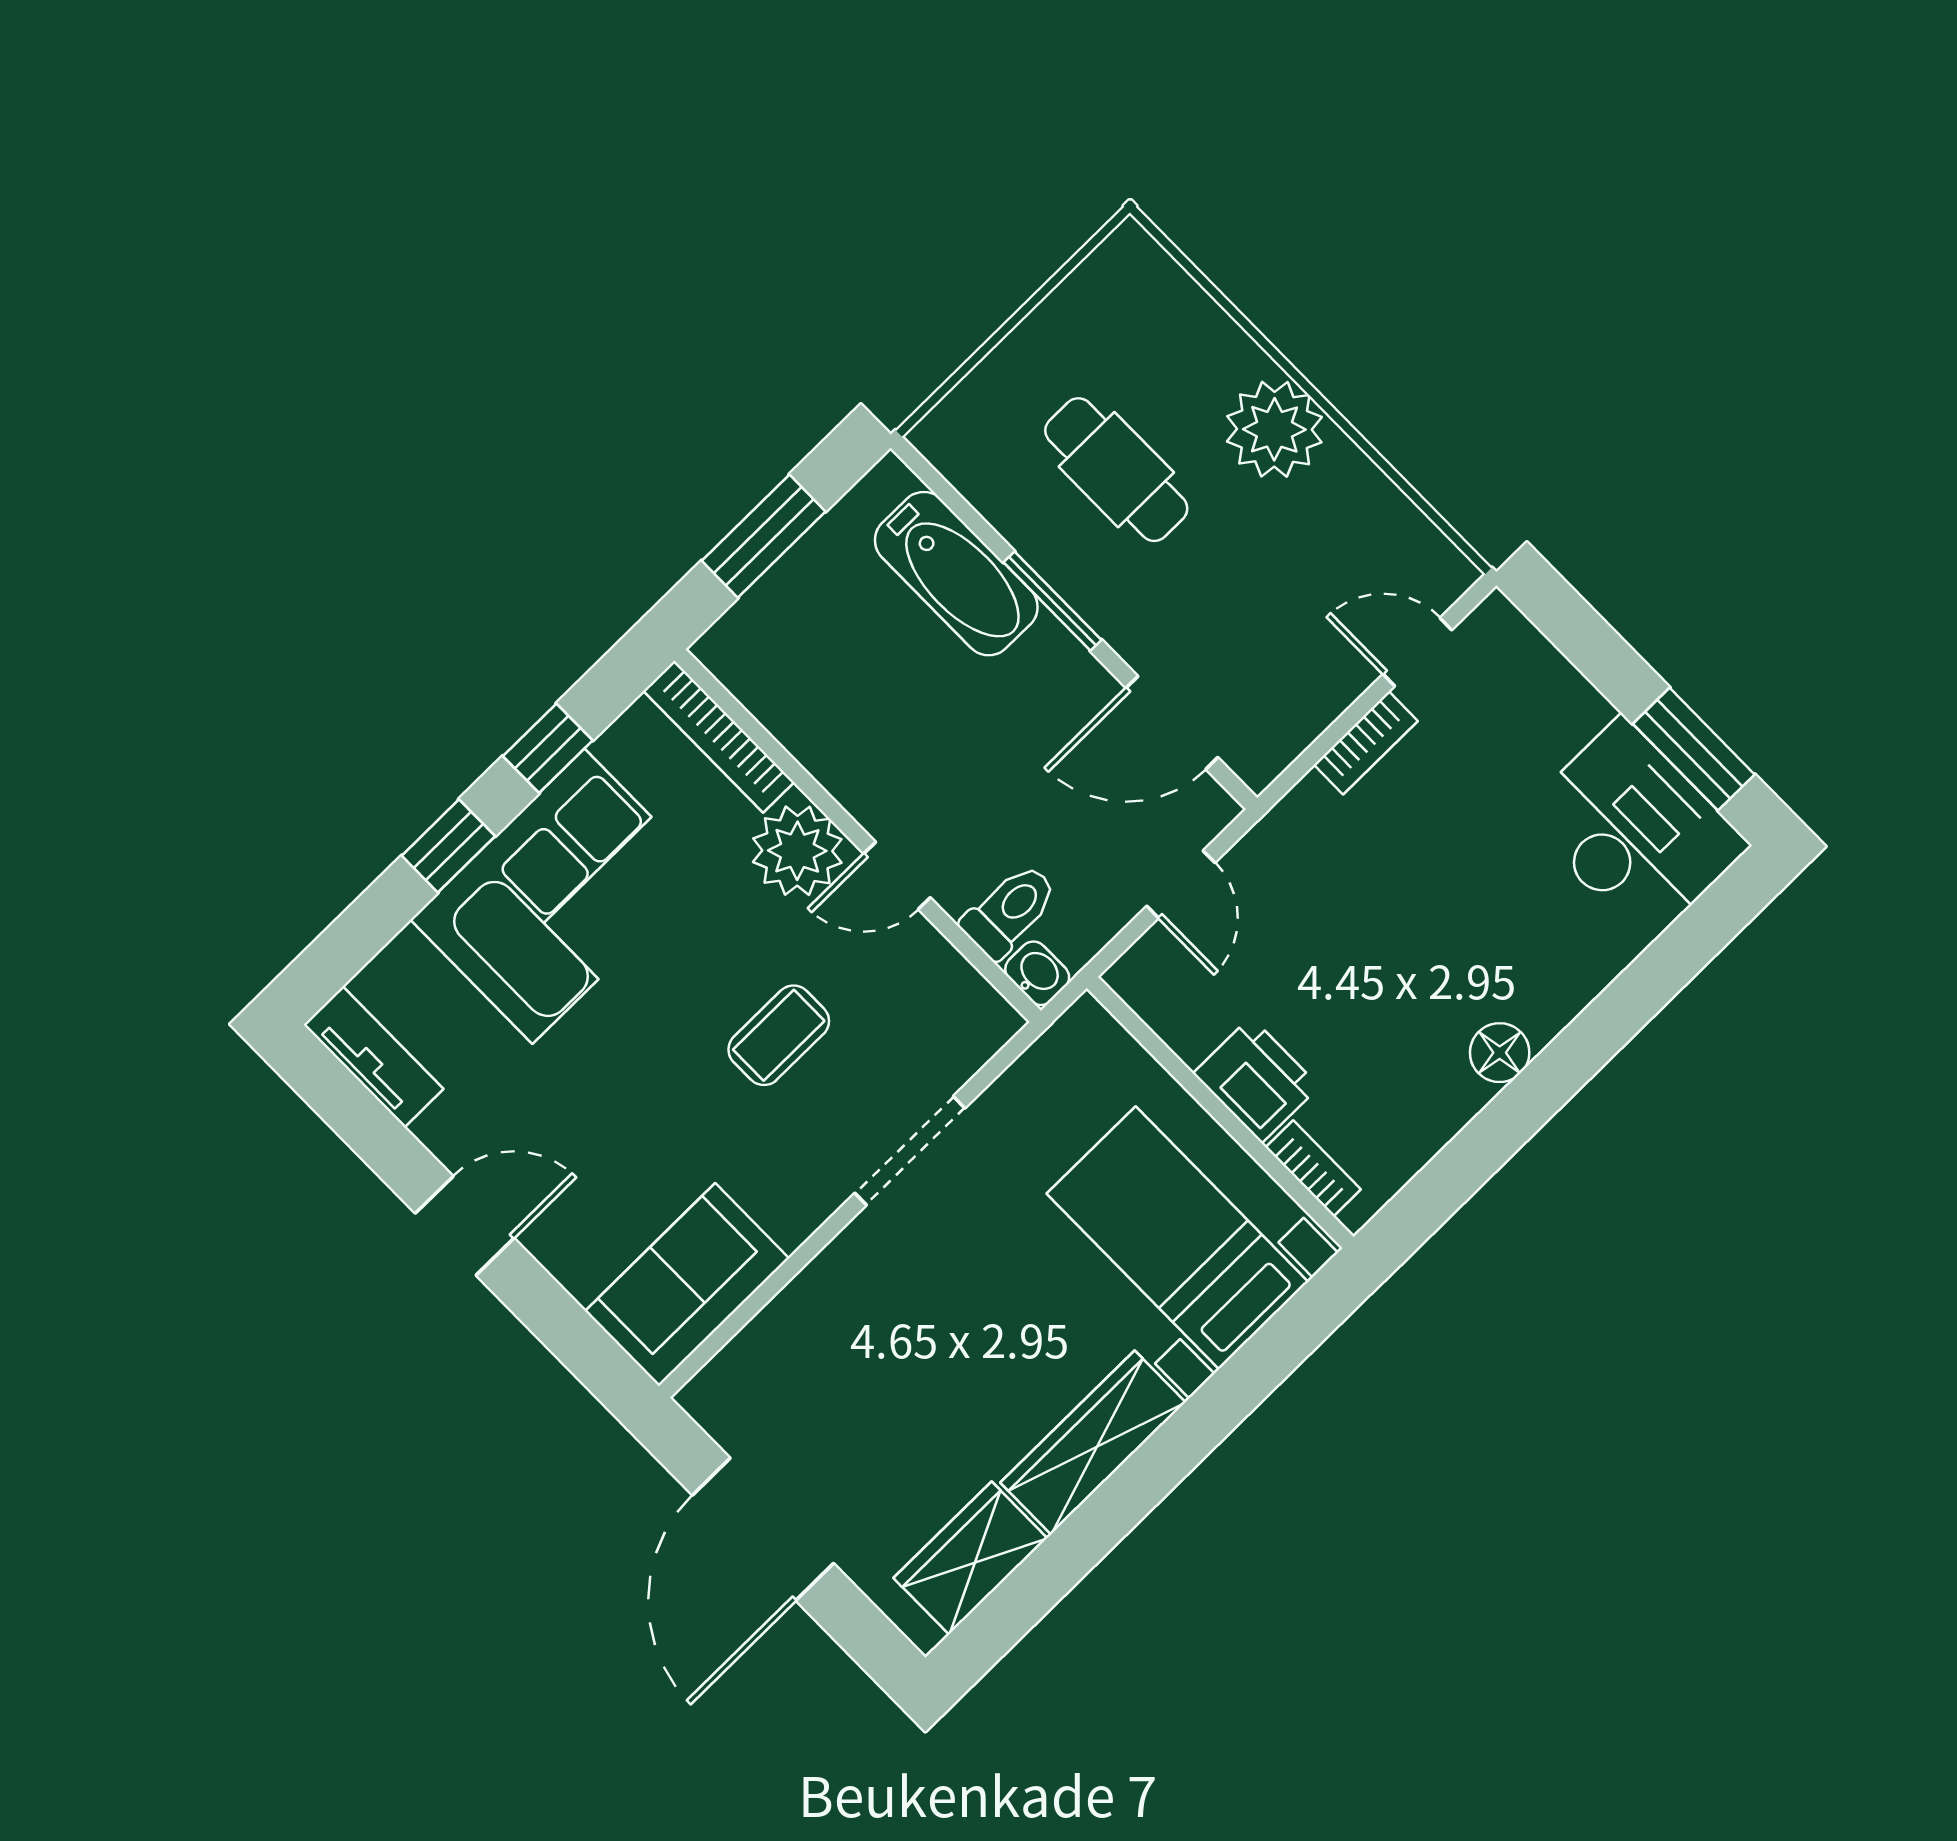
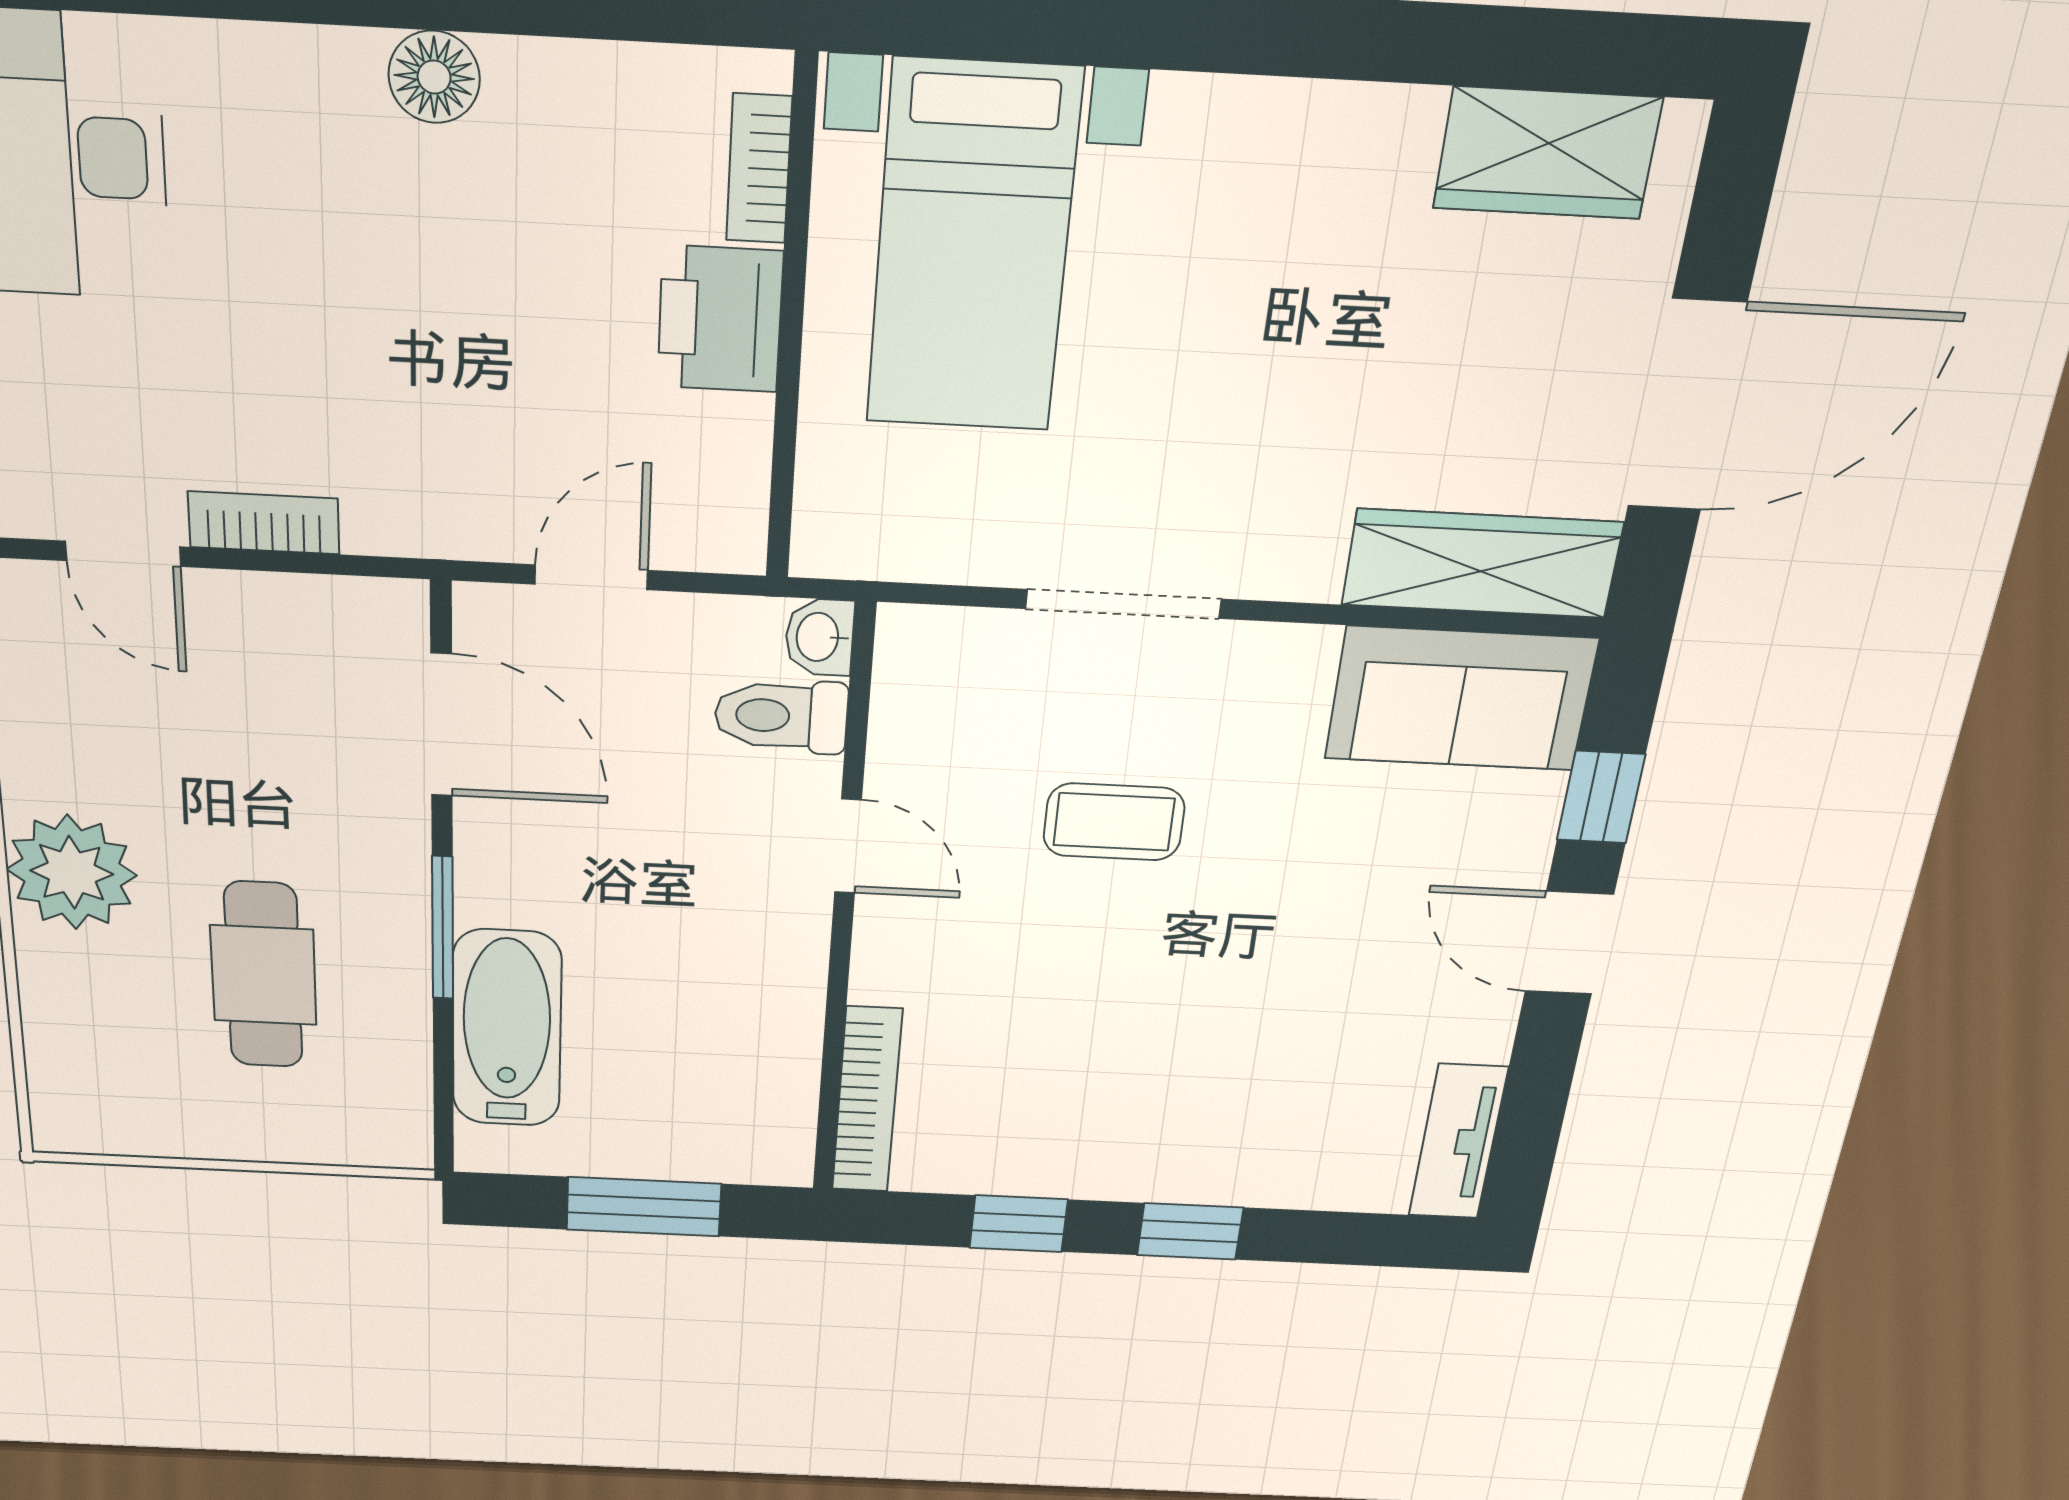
plant: (797, 851) -> (911, 951), removed
corner sofa: (558, 896) -> (1154, 1112), removed
window: (552, 1314) -> (1601, 797), added
wardrobe: (1093, 1443) -> (1482, 564), moved, turned 180

